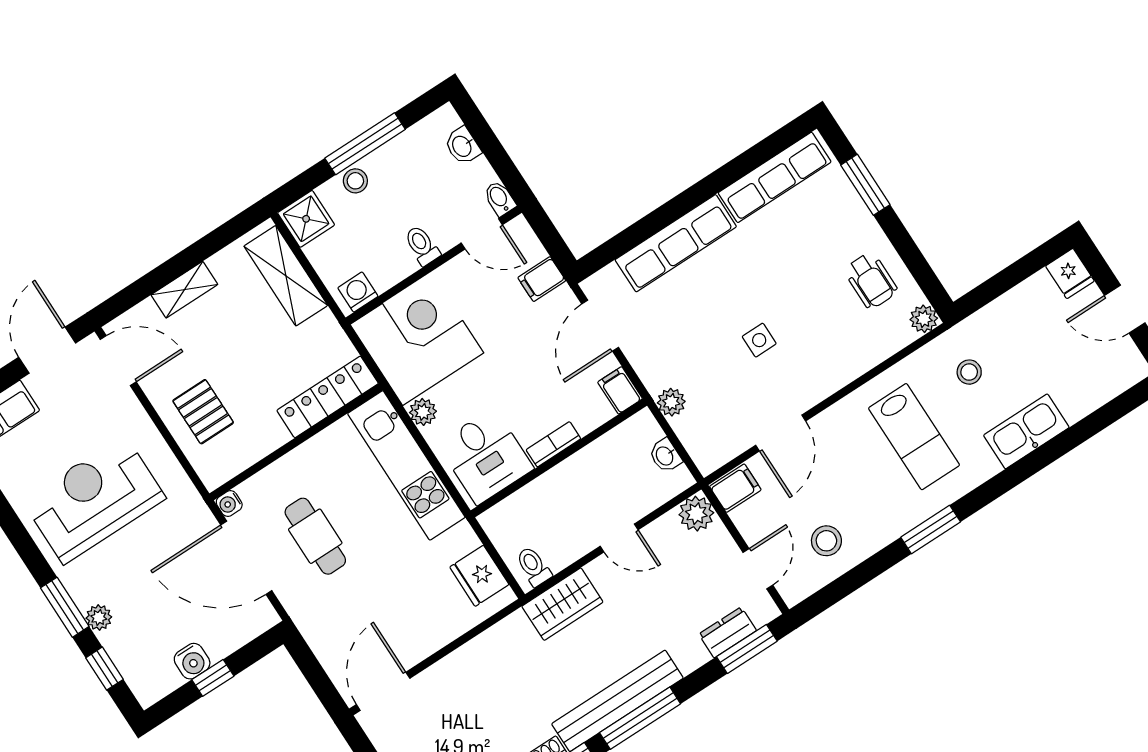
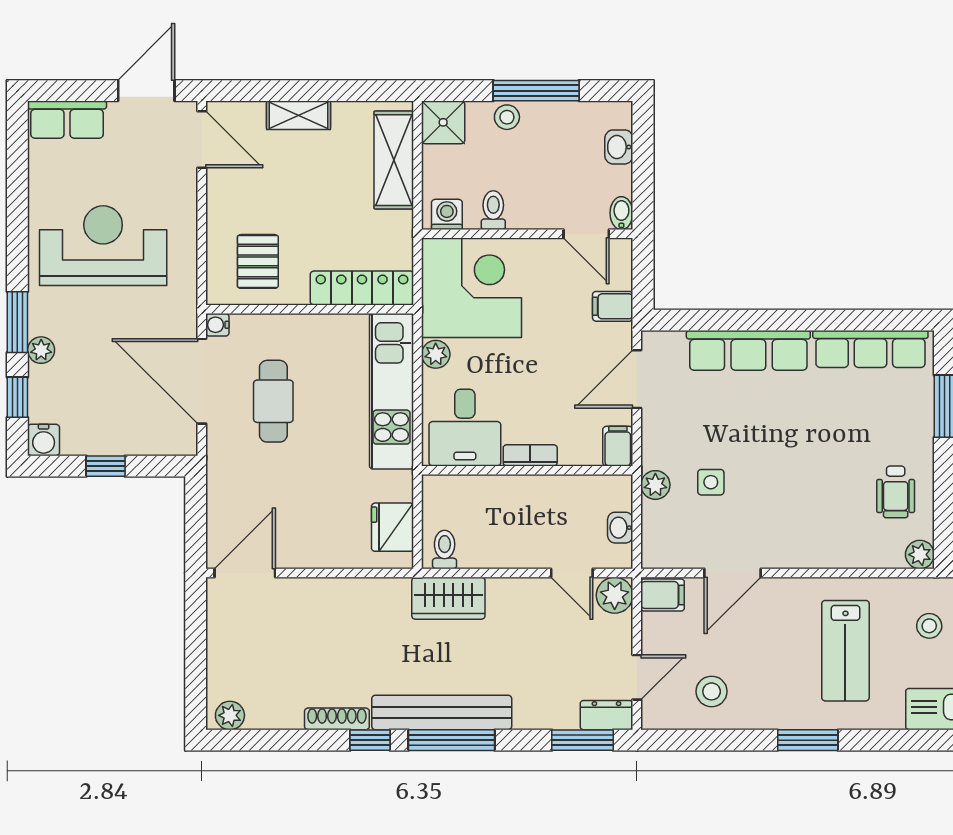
toilet: (422, 245) -> (493, 210), moved
side table: (759, 340) -> (711, 482), moved
pallet: (203, 412) -> (258, 261), moved
door: (619, 538) -> (572, 573), moved
dresser: (728, 632) -> (607, 715), moved
water cooler: (192, 661) -> (44, 440), moved

